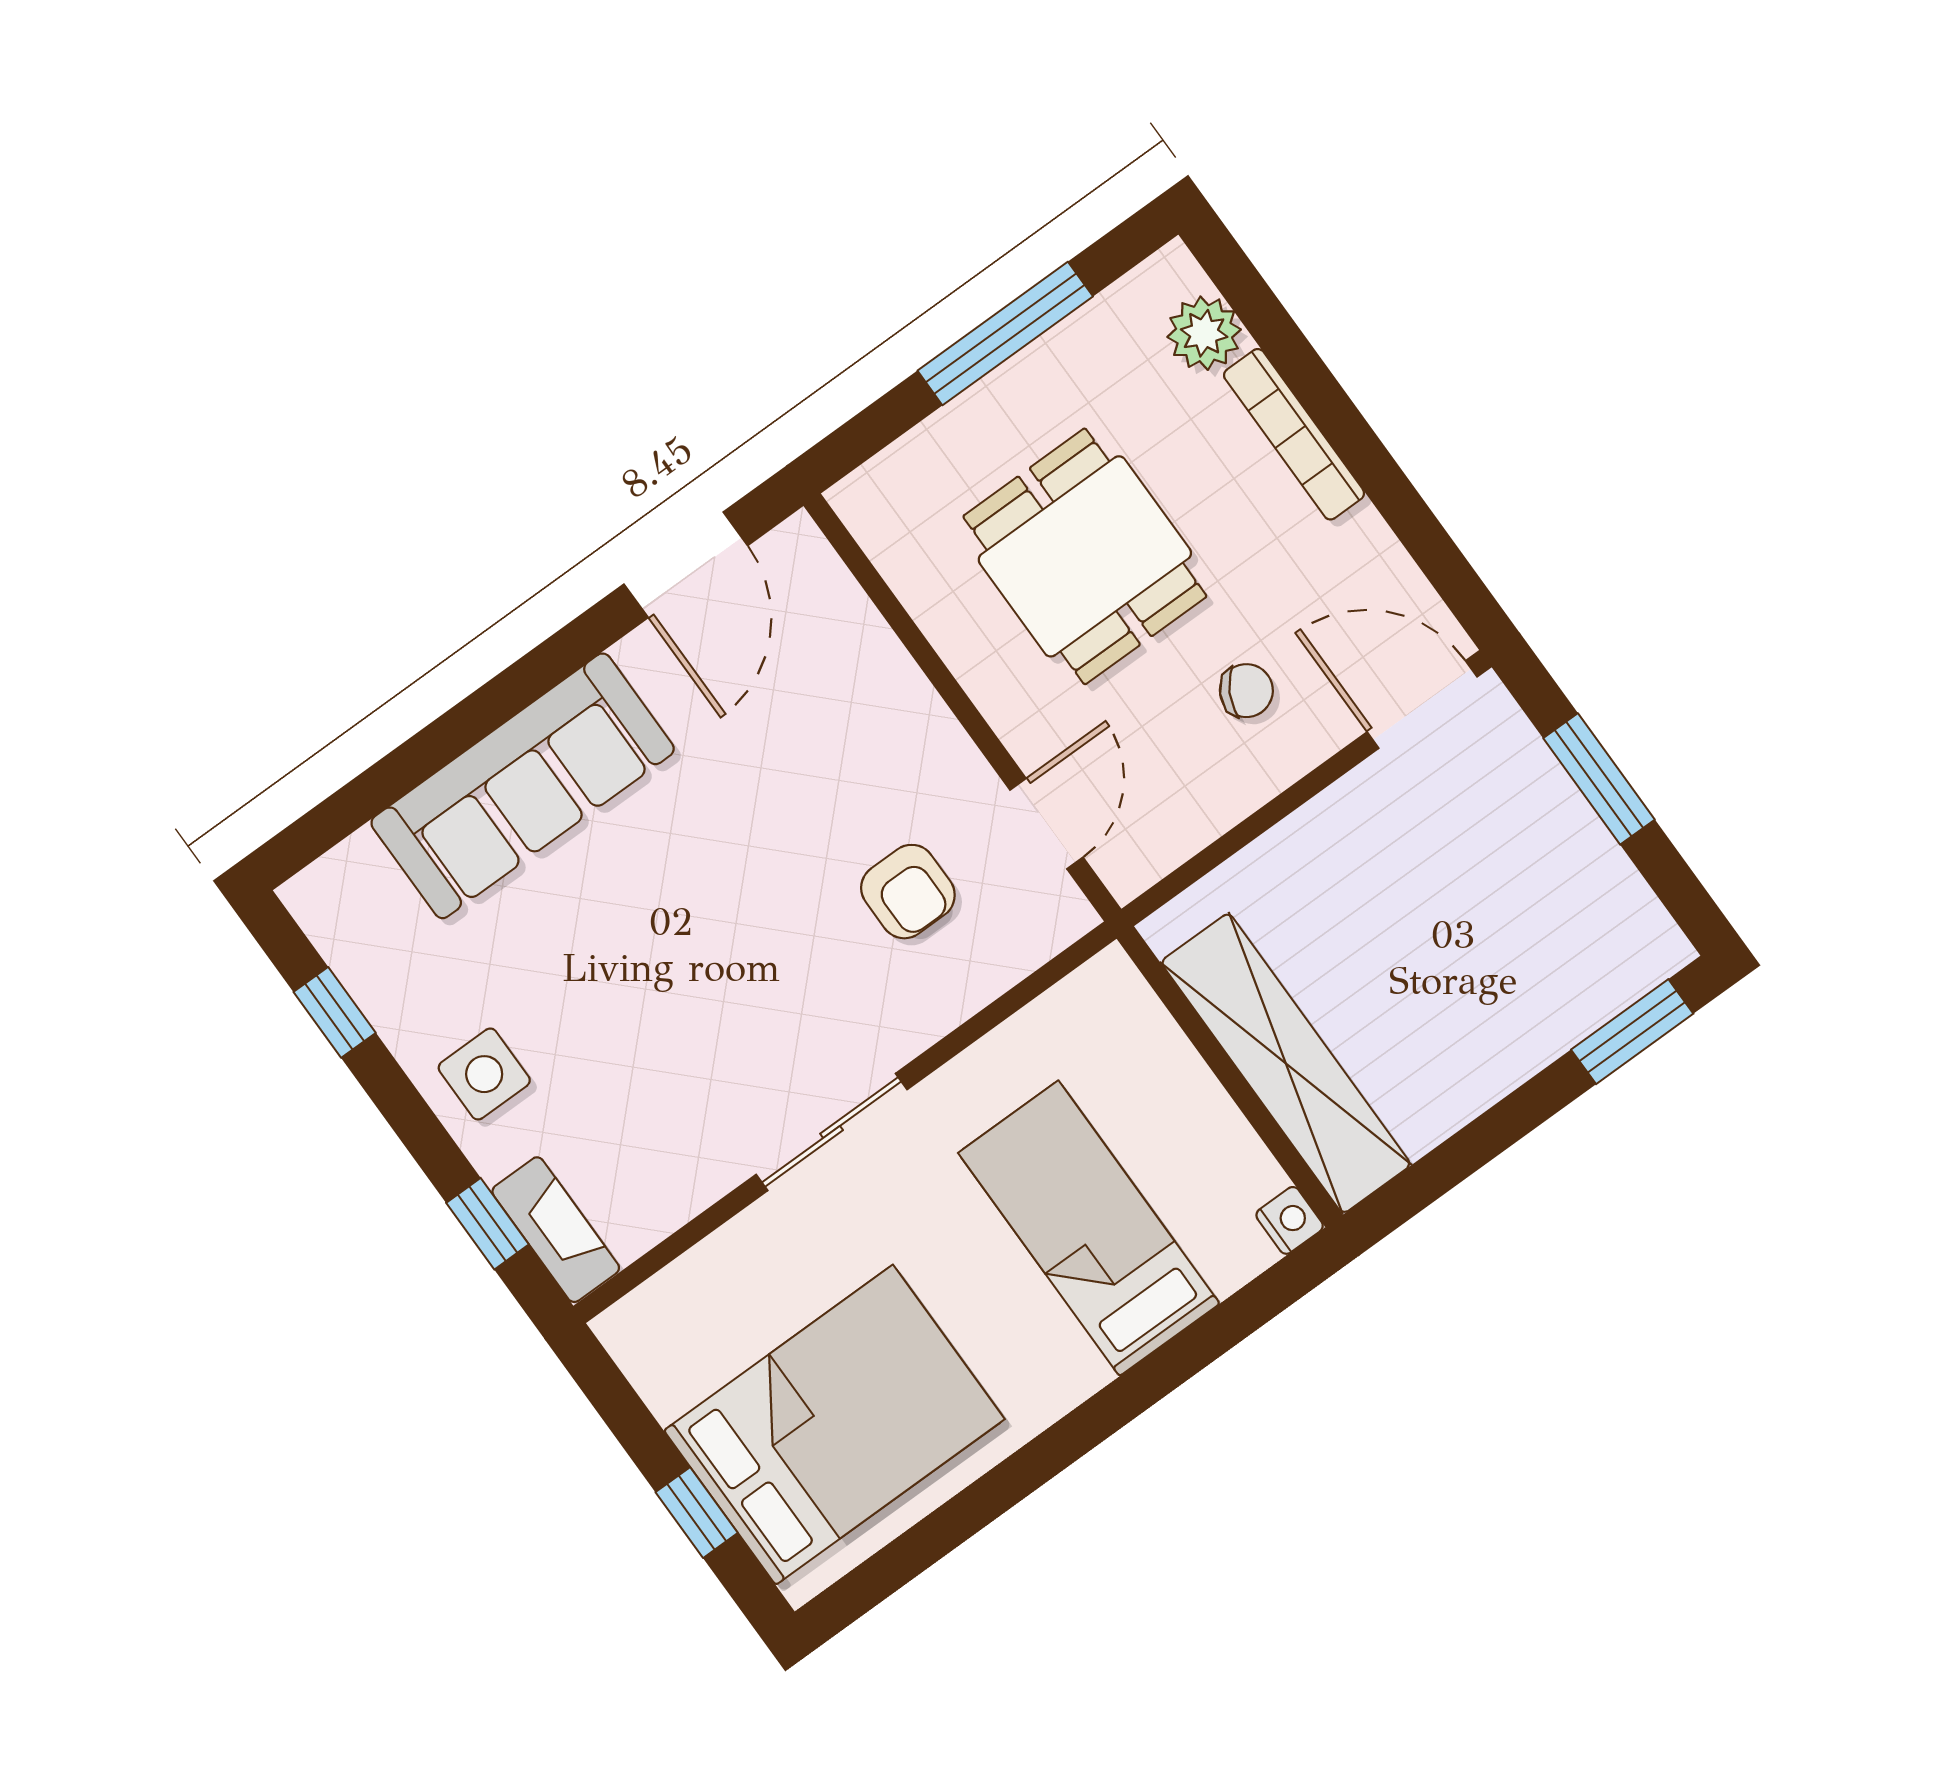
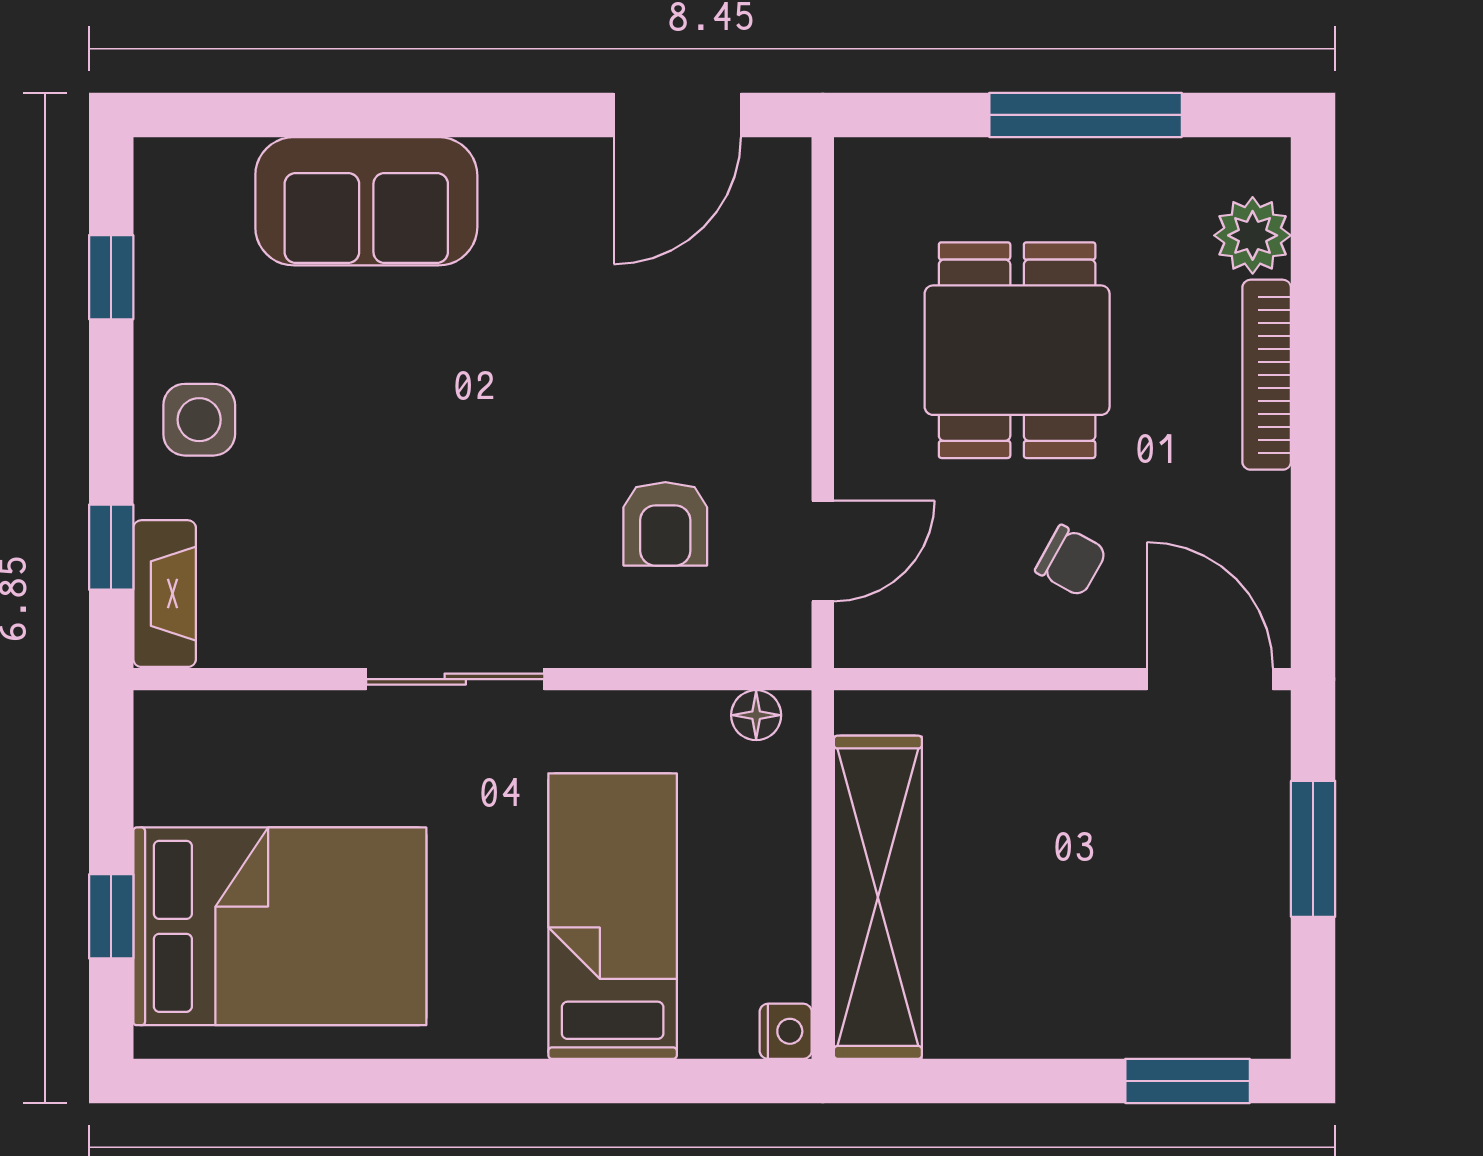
sofa: (523, 786) -> (366, 201), width x0.73
floor lamp: (1087, 990) -> (756, 715), added

